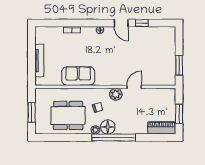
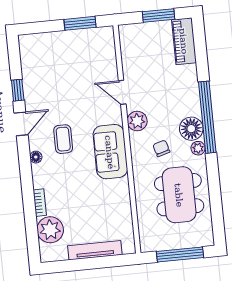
plant: (55, 34) -> (50, 230), added
coffee table: (109, 48) -> (63, 139), added
sofa: (78, 76) -> (110, 152), moved
window: (32, 112) -> (180, 254), width x1.44

